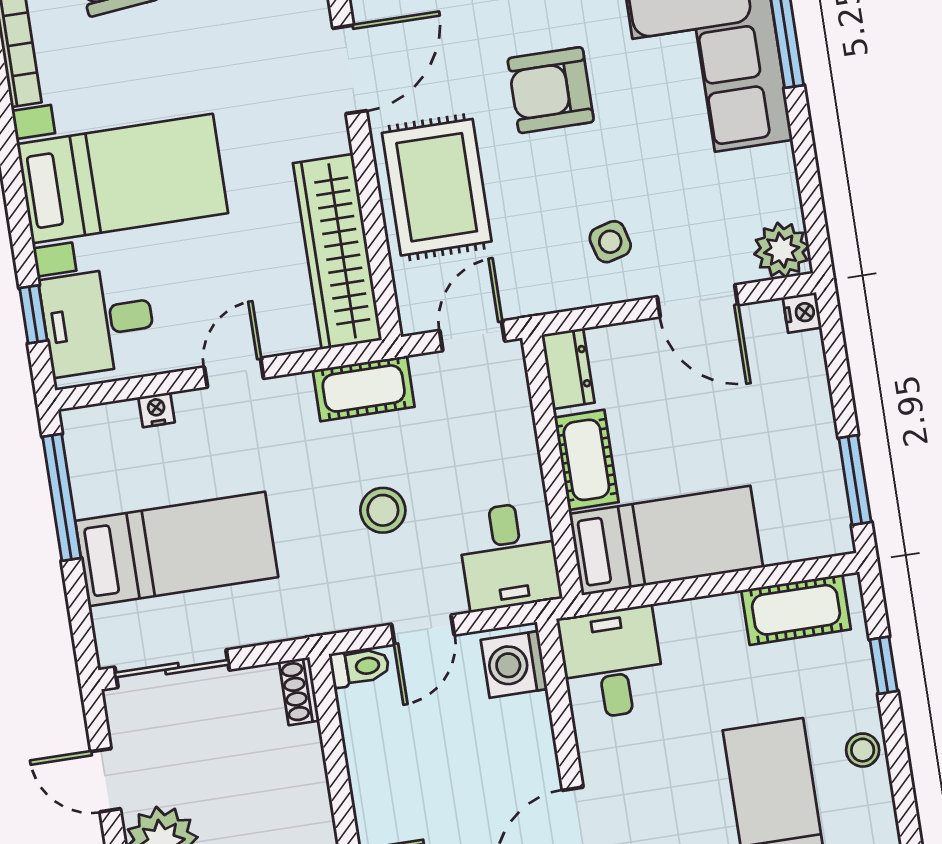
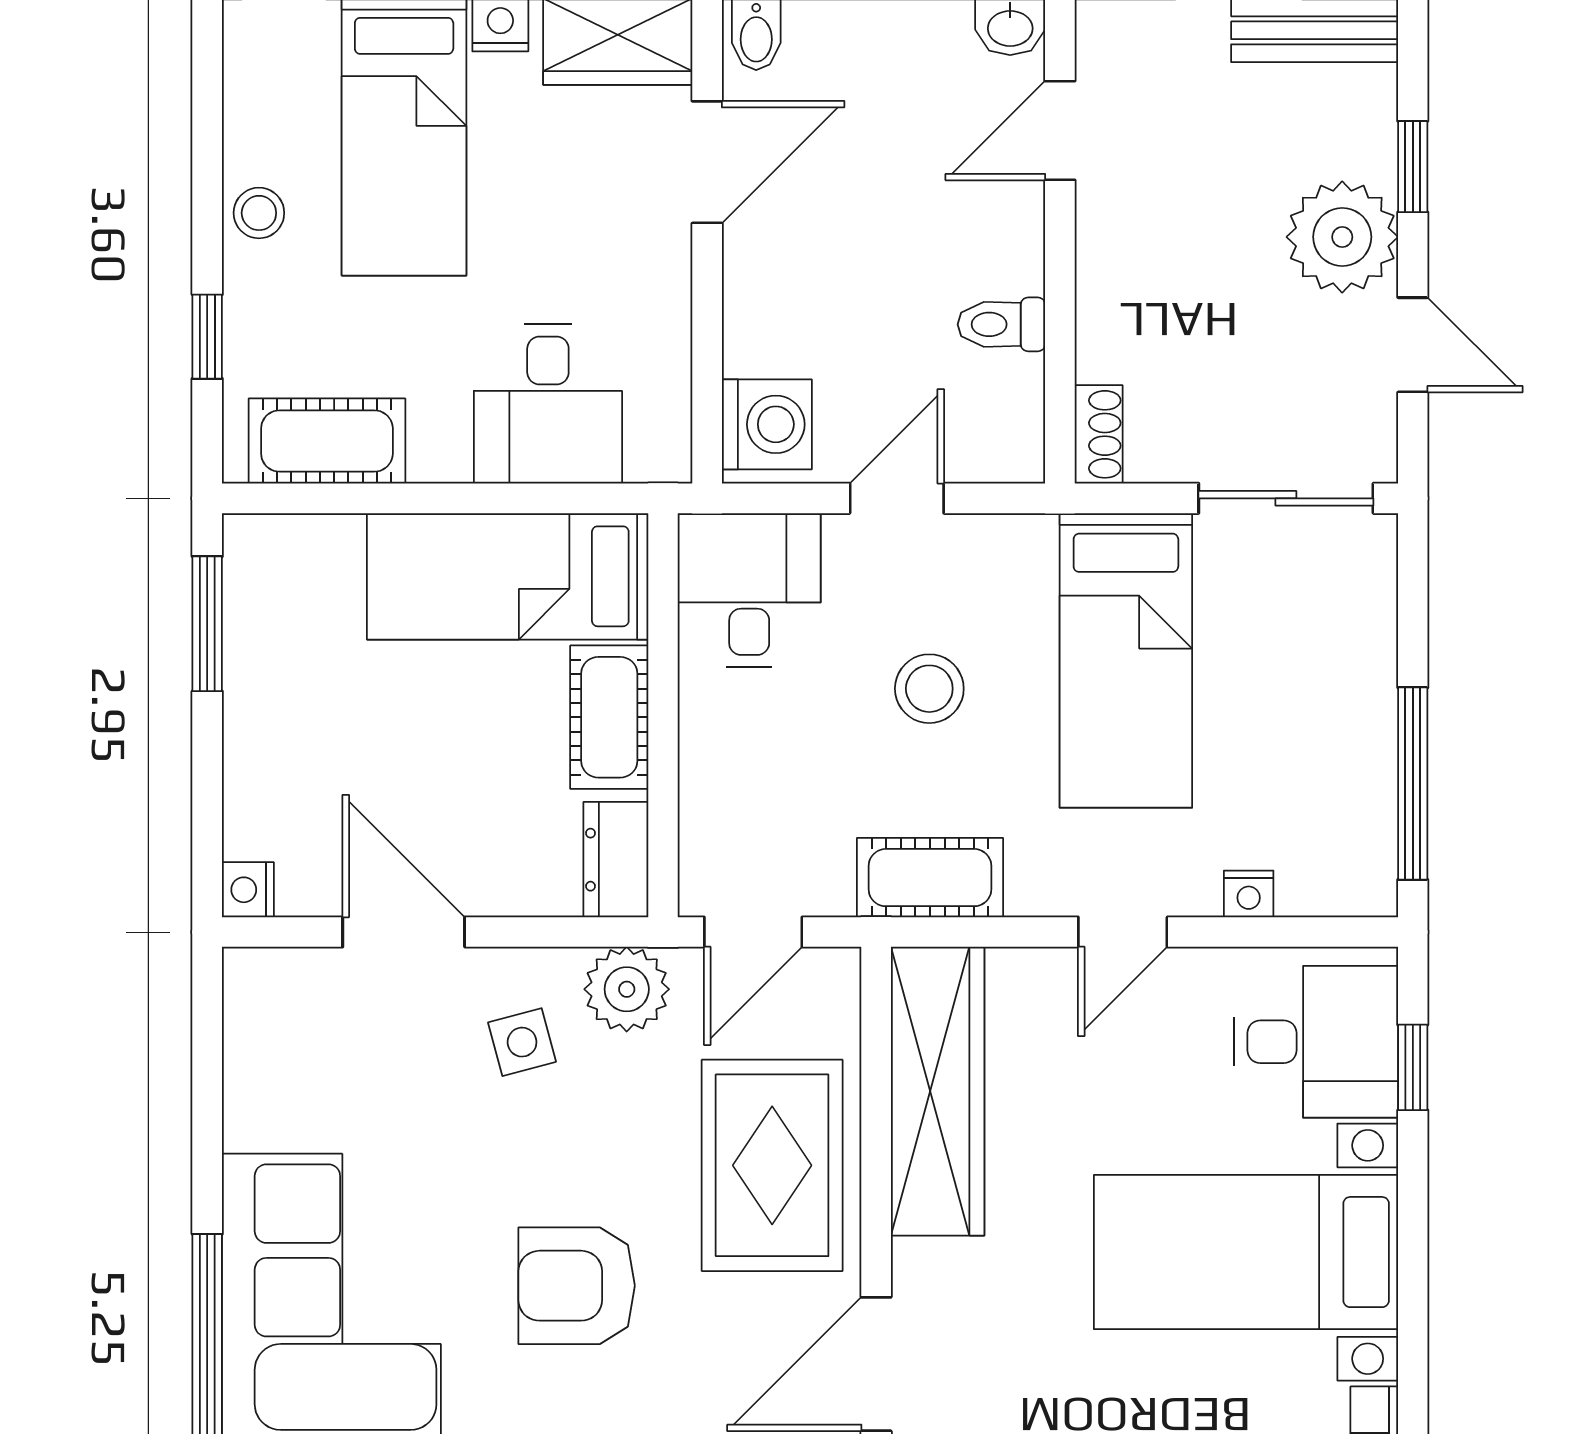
armchair: (551, 90) -> (577, 1286), turned 180
plant: (782, 250) -> (627, 989), moved
bed: (177, 549) -> (1126, 660), moved, turned -90
desk: (612, 663) -> (548, 404), moved
toilet: (360, 667) -> (1001, 324), moved

